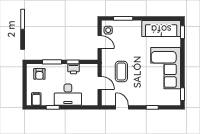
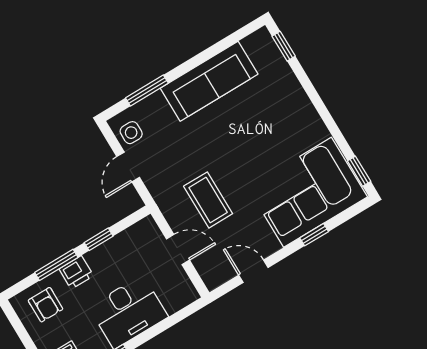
sofa: (161, 29) -> (209, 81), moved
door: (100, 42) -> (128, 167), swing flipped
corner sofa: (166, 68) -> (308, 192), moved, turned 90
printer: (74, 69) -> (76, 272), moved

